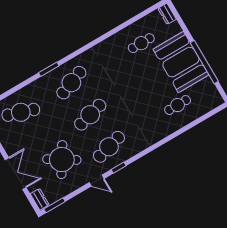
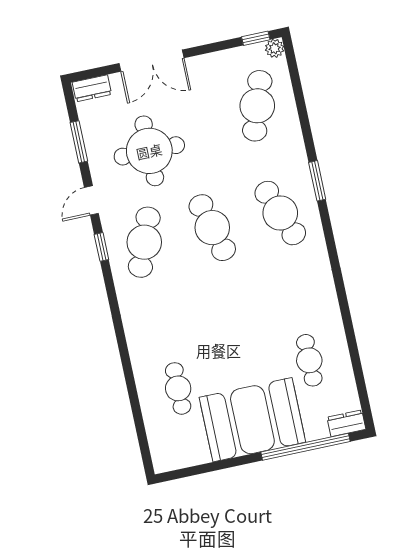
window: (204, 62) -> (305, 447), moved
cafe table: (109, 147) -> (144, 242), turned 36
round table: (62, 160) -> (149, 151), turned -32
window: (54, 205) -> (79, 142), moved

